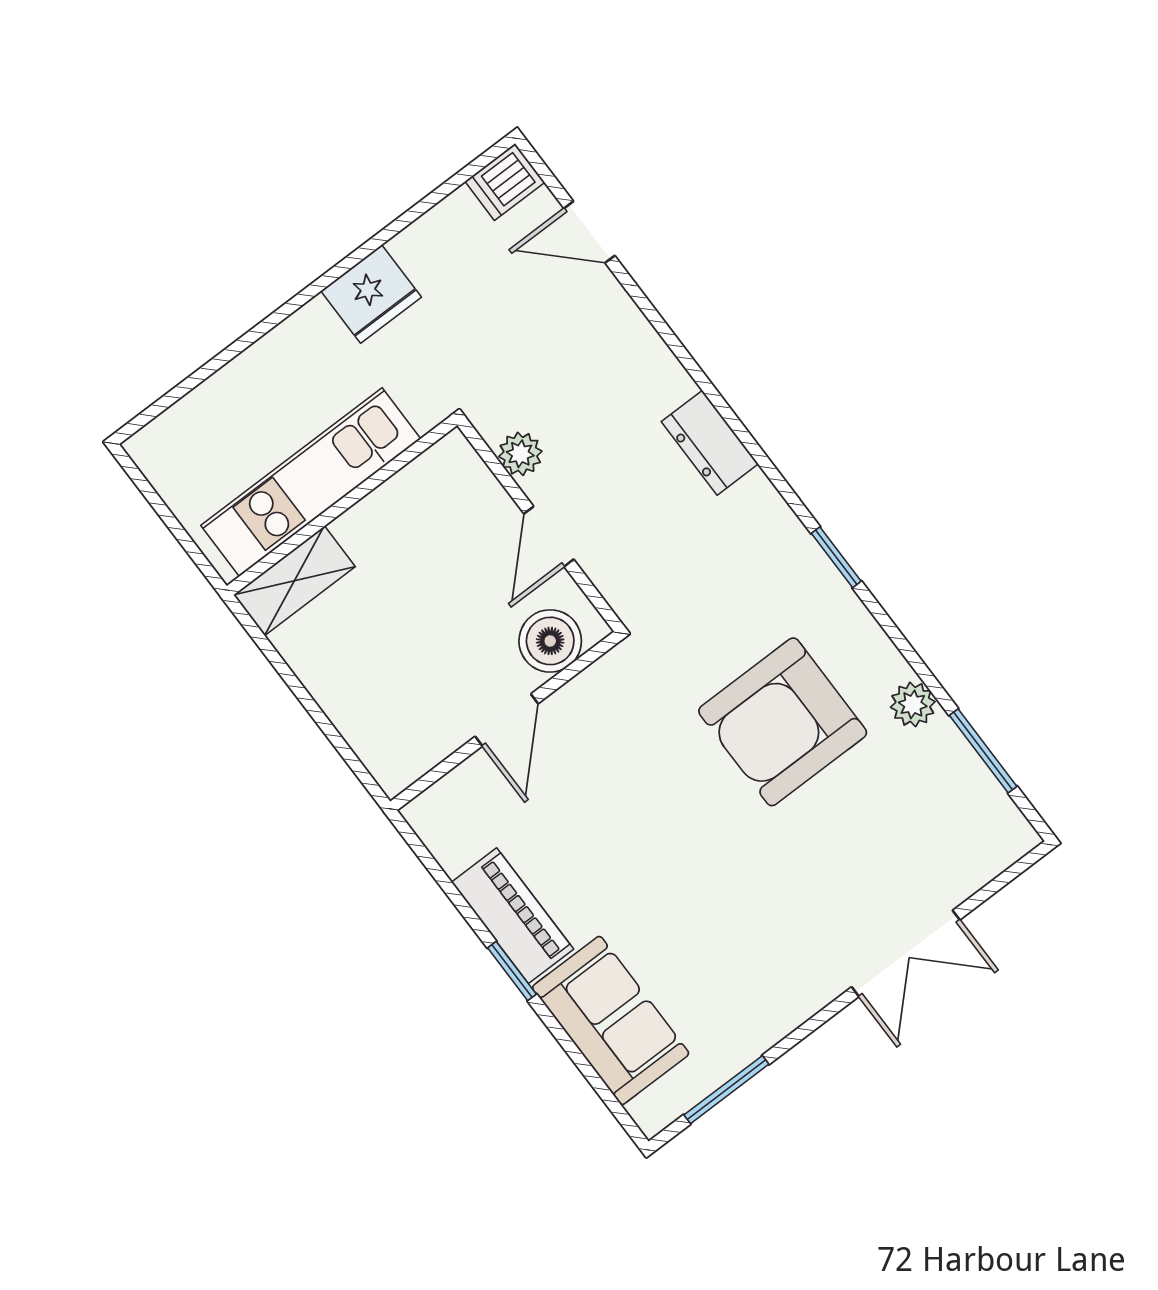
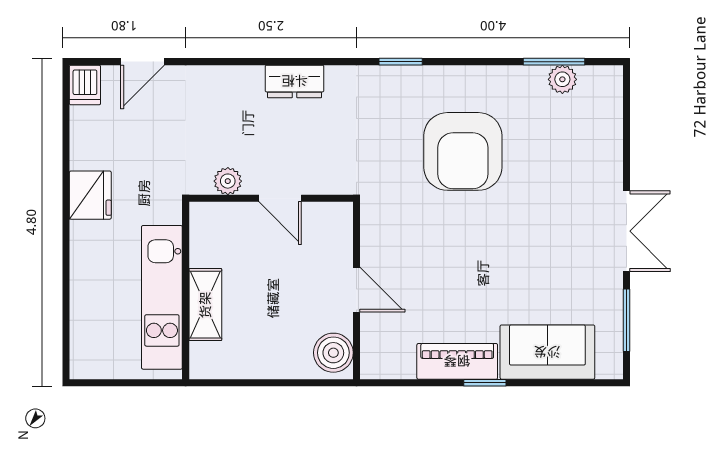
shelving: (294, 581) -> (205, 305), moved
boiler: (550, 641) -> (333, 353), moved
plant: (913, 704) -> (562, 79), moved
double door: (906, 953) -> (626, 231), moved

